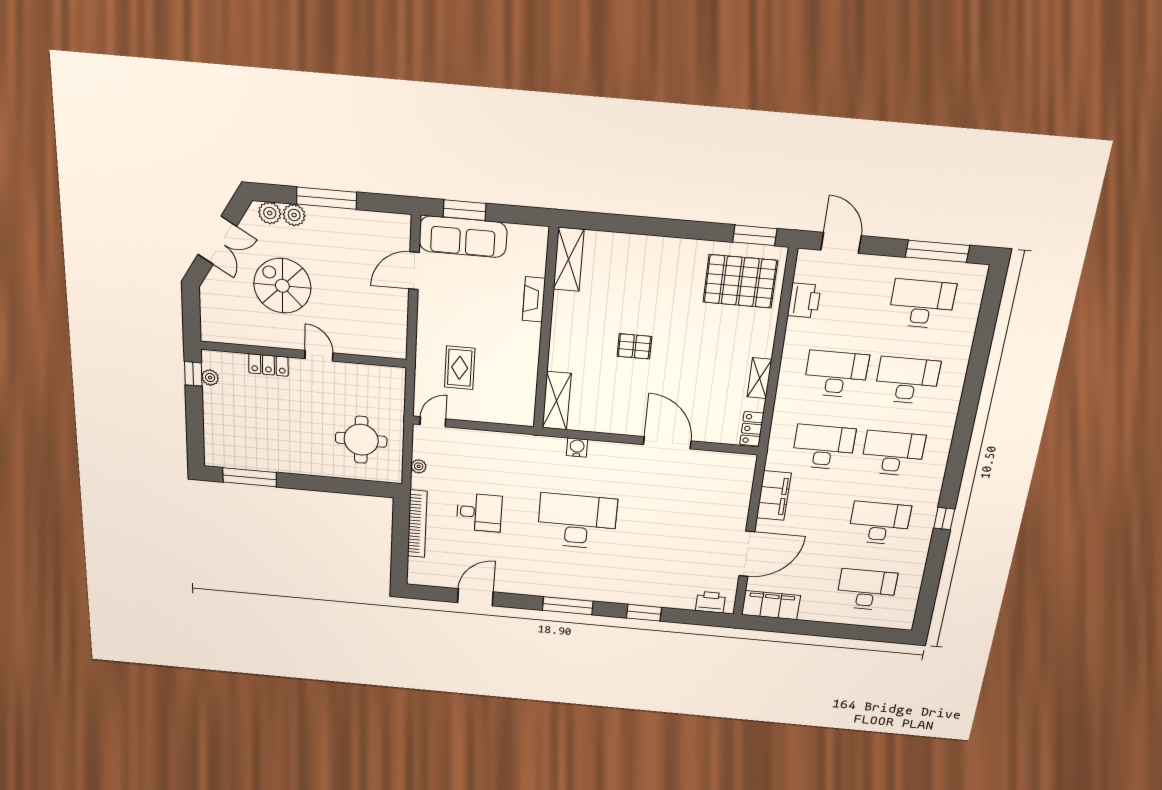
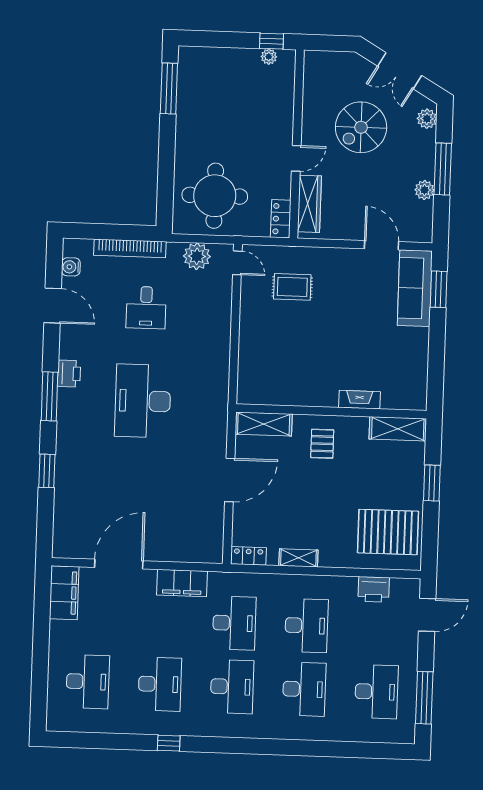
plant: (294, 215) -> (424, 190), moved
window: (755, 235) -> (432, 483), moved
shelving: (569, 259) -> (398, 429), moved
pallet: (740, 281) -> (388, 532), turned 90
spiral stairs: (282, 286) -> (361, 127), turned 180
fireplace: (534, 299) -> (359, 400), moved
wall: (546, 330) -> (331, 411), moved
wardrobe: (368, 345) -> (309, 204), added
locker: (268, 365) -> (281, 219), moved
shelving: (557, 401) -> (264, 424), moved
round table: (361, 440) -> (215, 196), width x1.36, depth x1.36
water cooler: (577, 448) -> (71, 267), moved, turned 180
plant: (419, 466) -> (197, 256), width x1.88, depth x1.88
desk: (577, 521) -> (143, 401), turned 180
door: (747, 554) -> (119, 564), swing flipped
printer: (711, 602) -> (69, 374), moved

